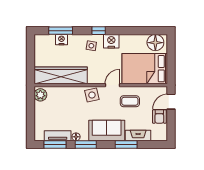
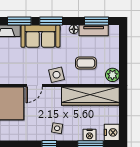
nightstand: (111, 41) -> (112, 132), moved, turned -90
coffee table: (130, 101) -> (86, 63), moved
window: (86, 144) -> (51, 21), moved

